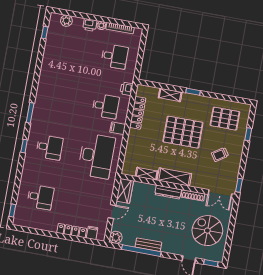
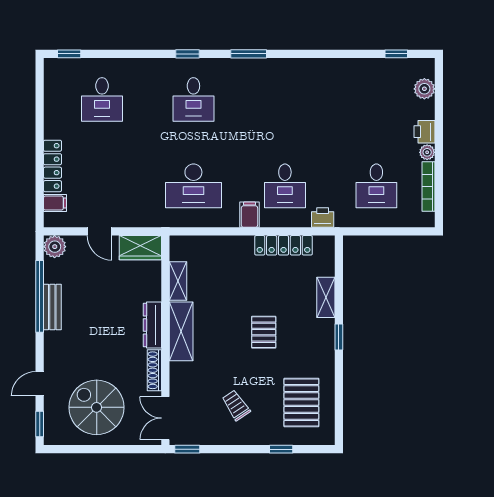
pallet: (183, 132) -> (264, 332), width x0.49, depth x0.50
desk: (96, 156) -> (193, 186), width x0.73, depth x0.77
spiral stairs: (207, 231) -> (97, 407), turned -90

